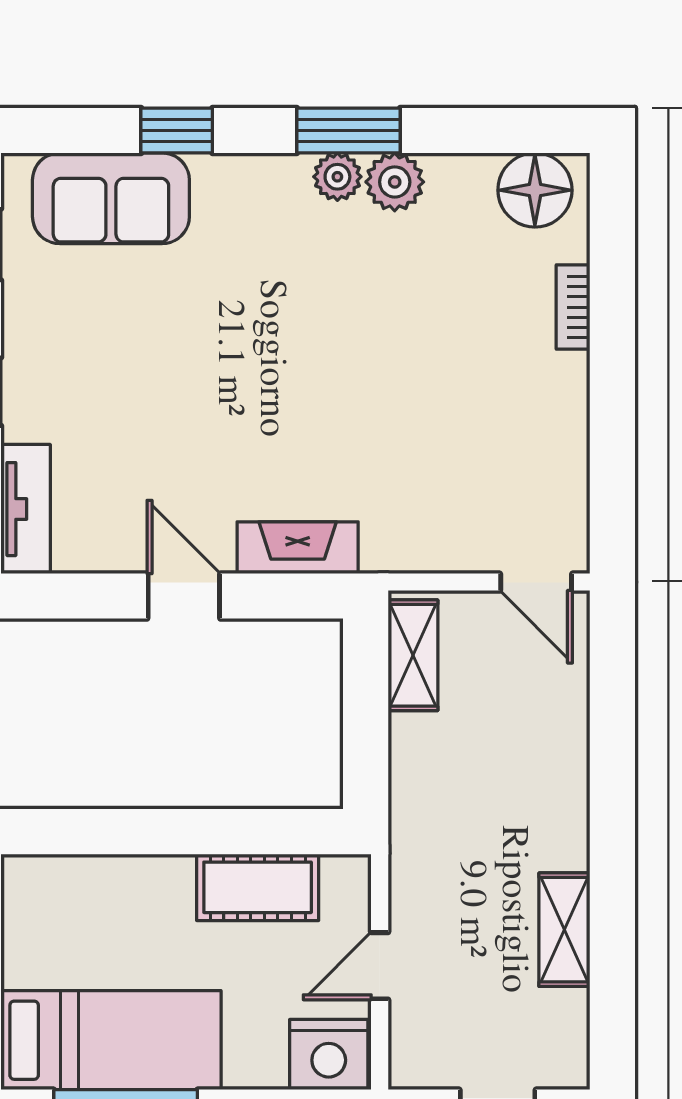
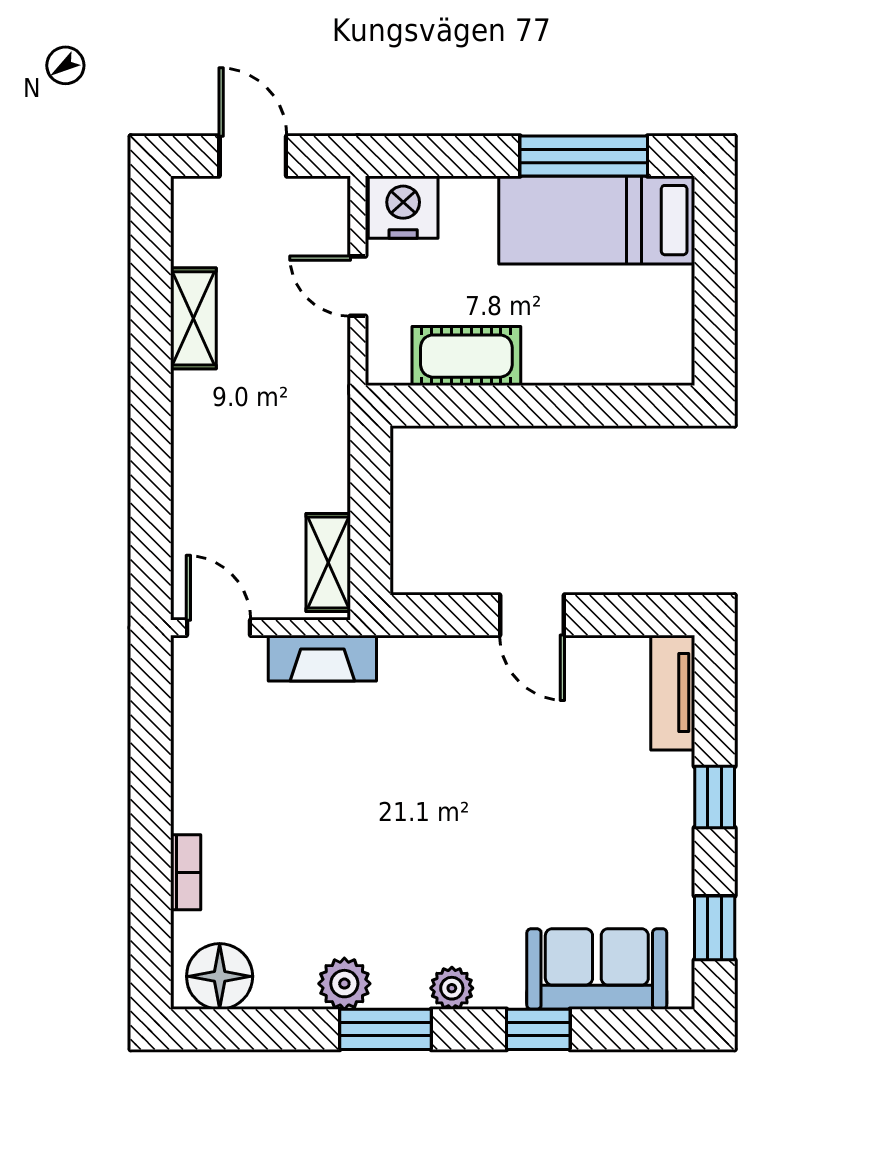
plant: (337, 177) -> (452, 988), moved
fireplace: (298, 548) -> (322, 658), moved
door: (380, 966) -> (358, 286), swing flipped

